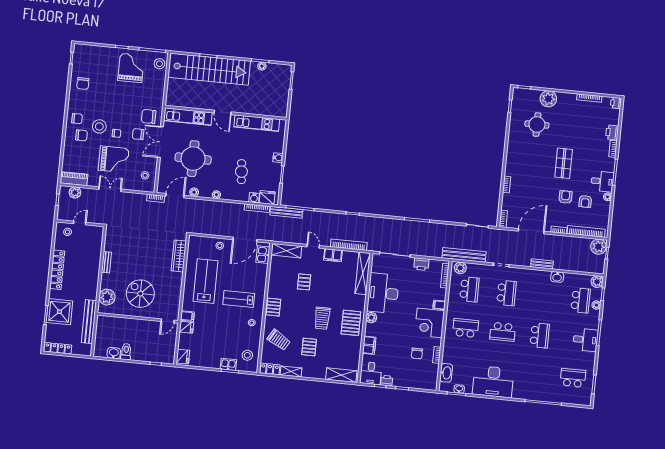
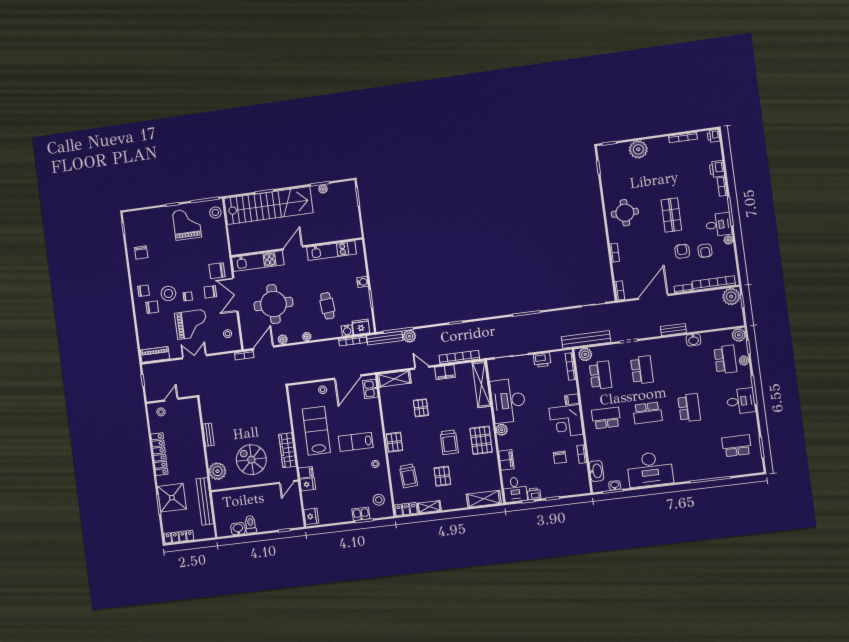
door: (223, 112) -> (293, 248), swing flipped
round table: (537, 125) -> (625, 213), moved
plant: (75, 192) -> (409, 336), moved
wardrobe: (179, 256) -> (287, 450), moved
trolley: (279, 340) -> (408, 476), turned 55

